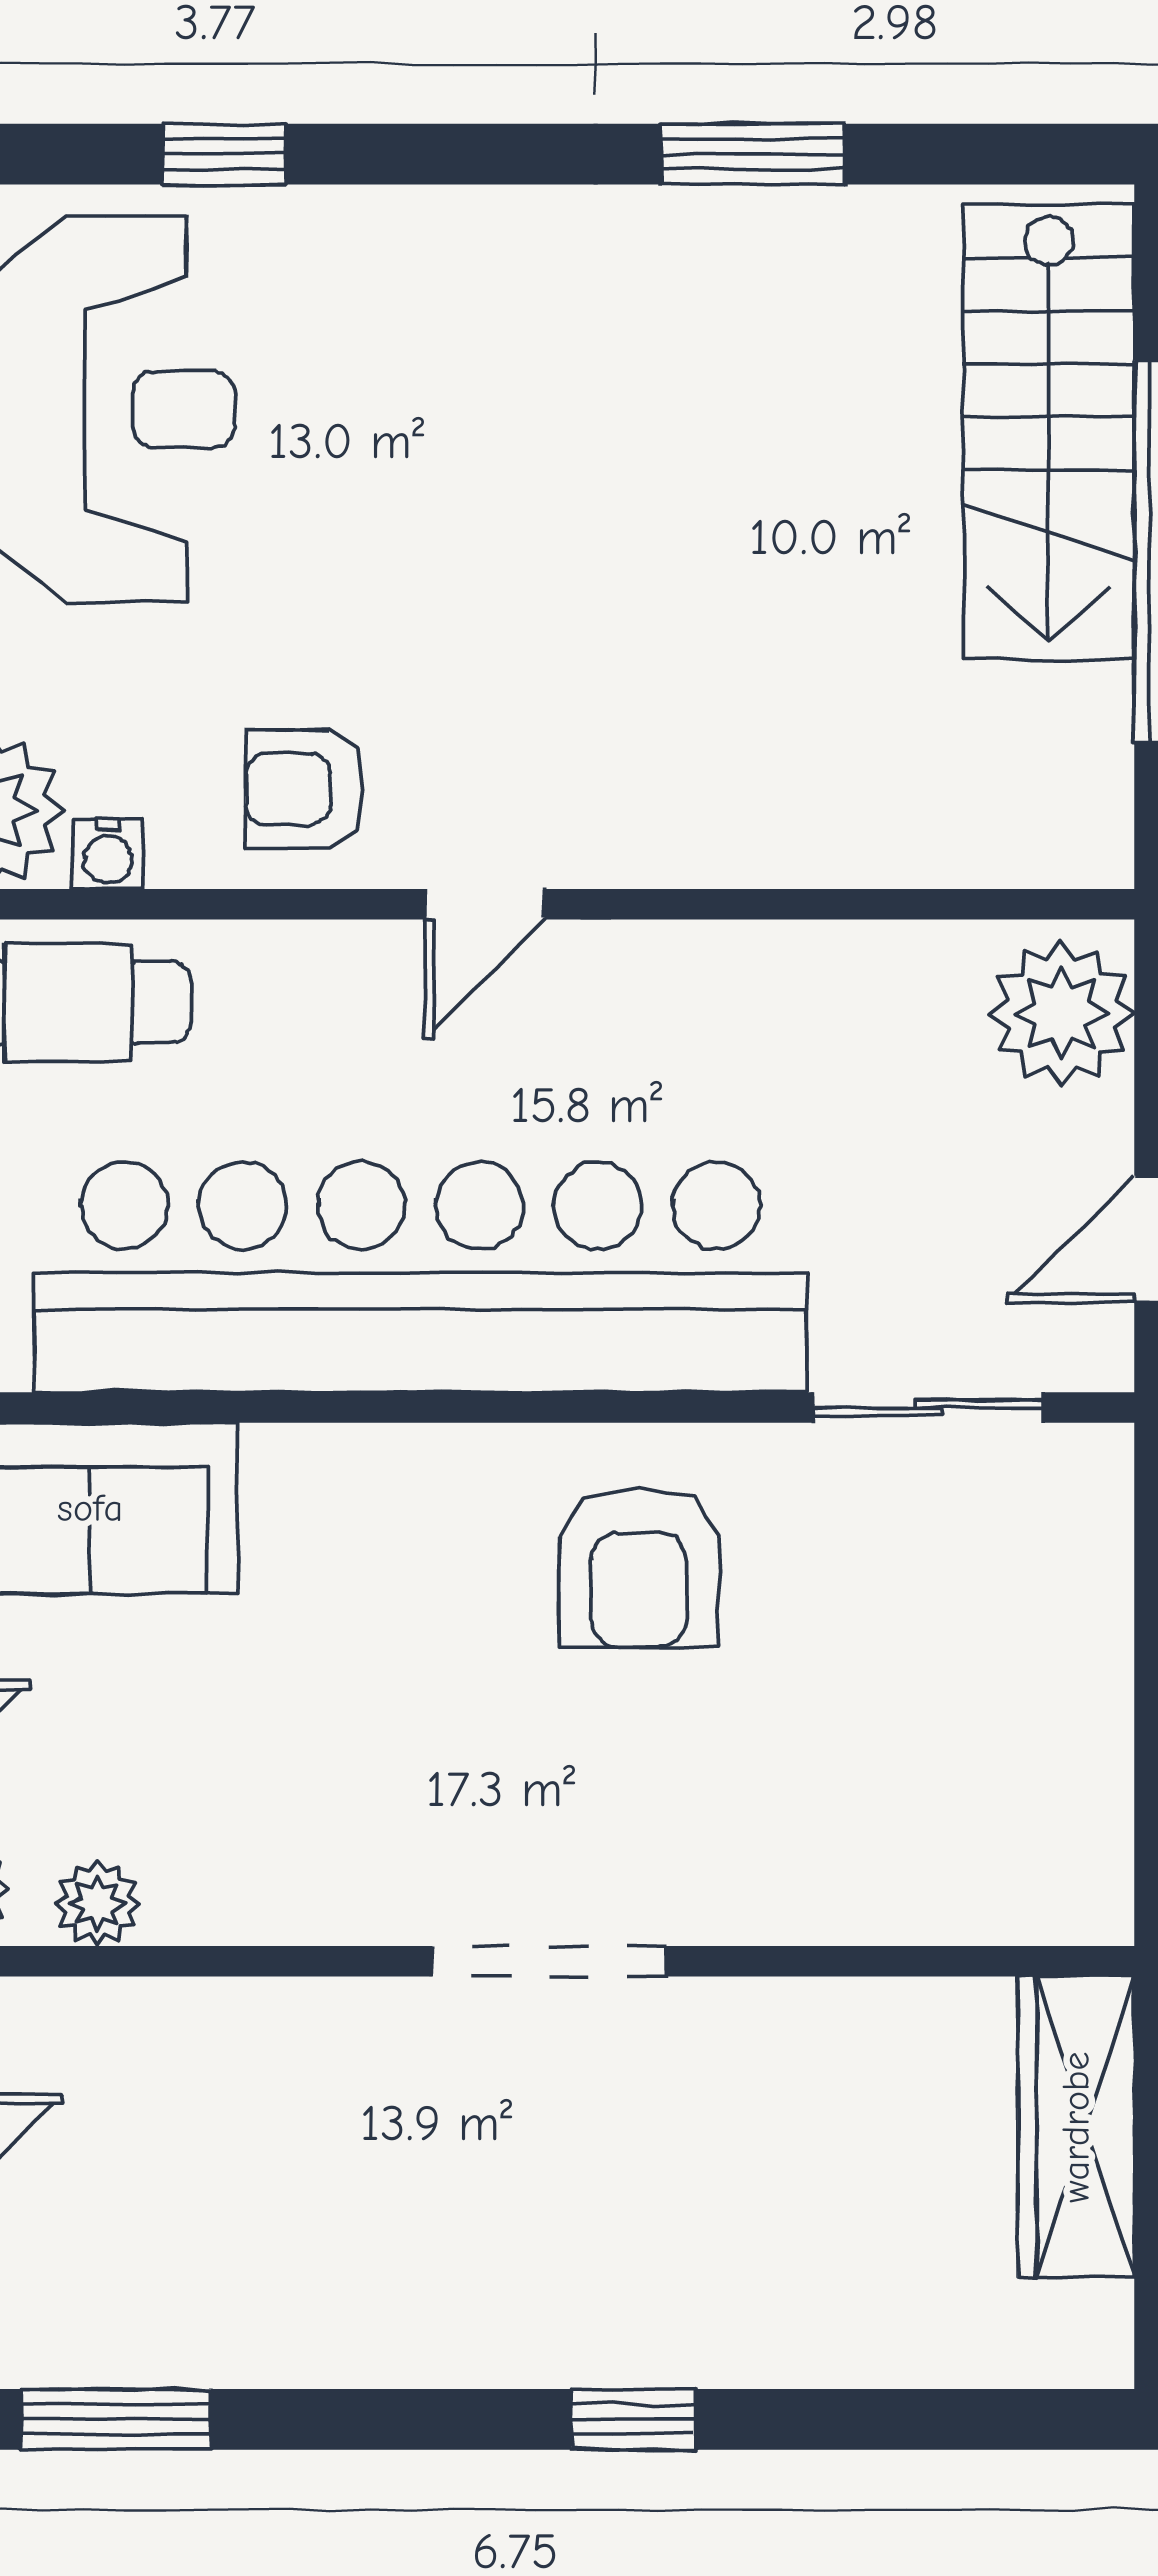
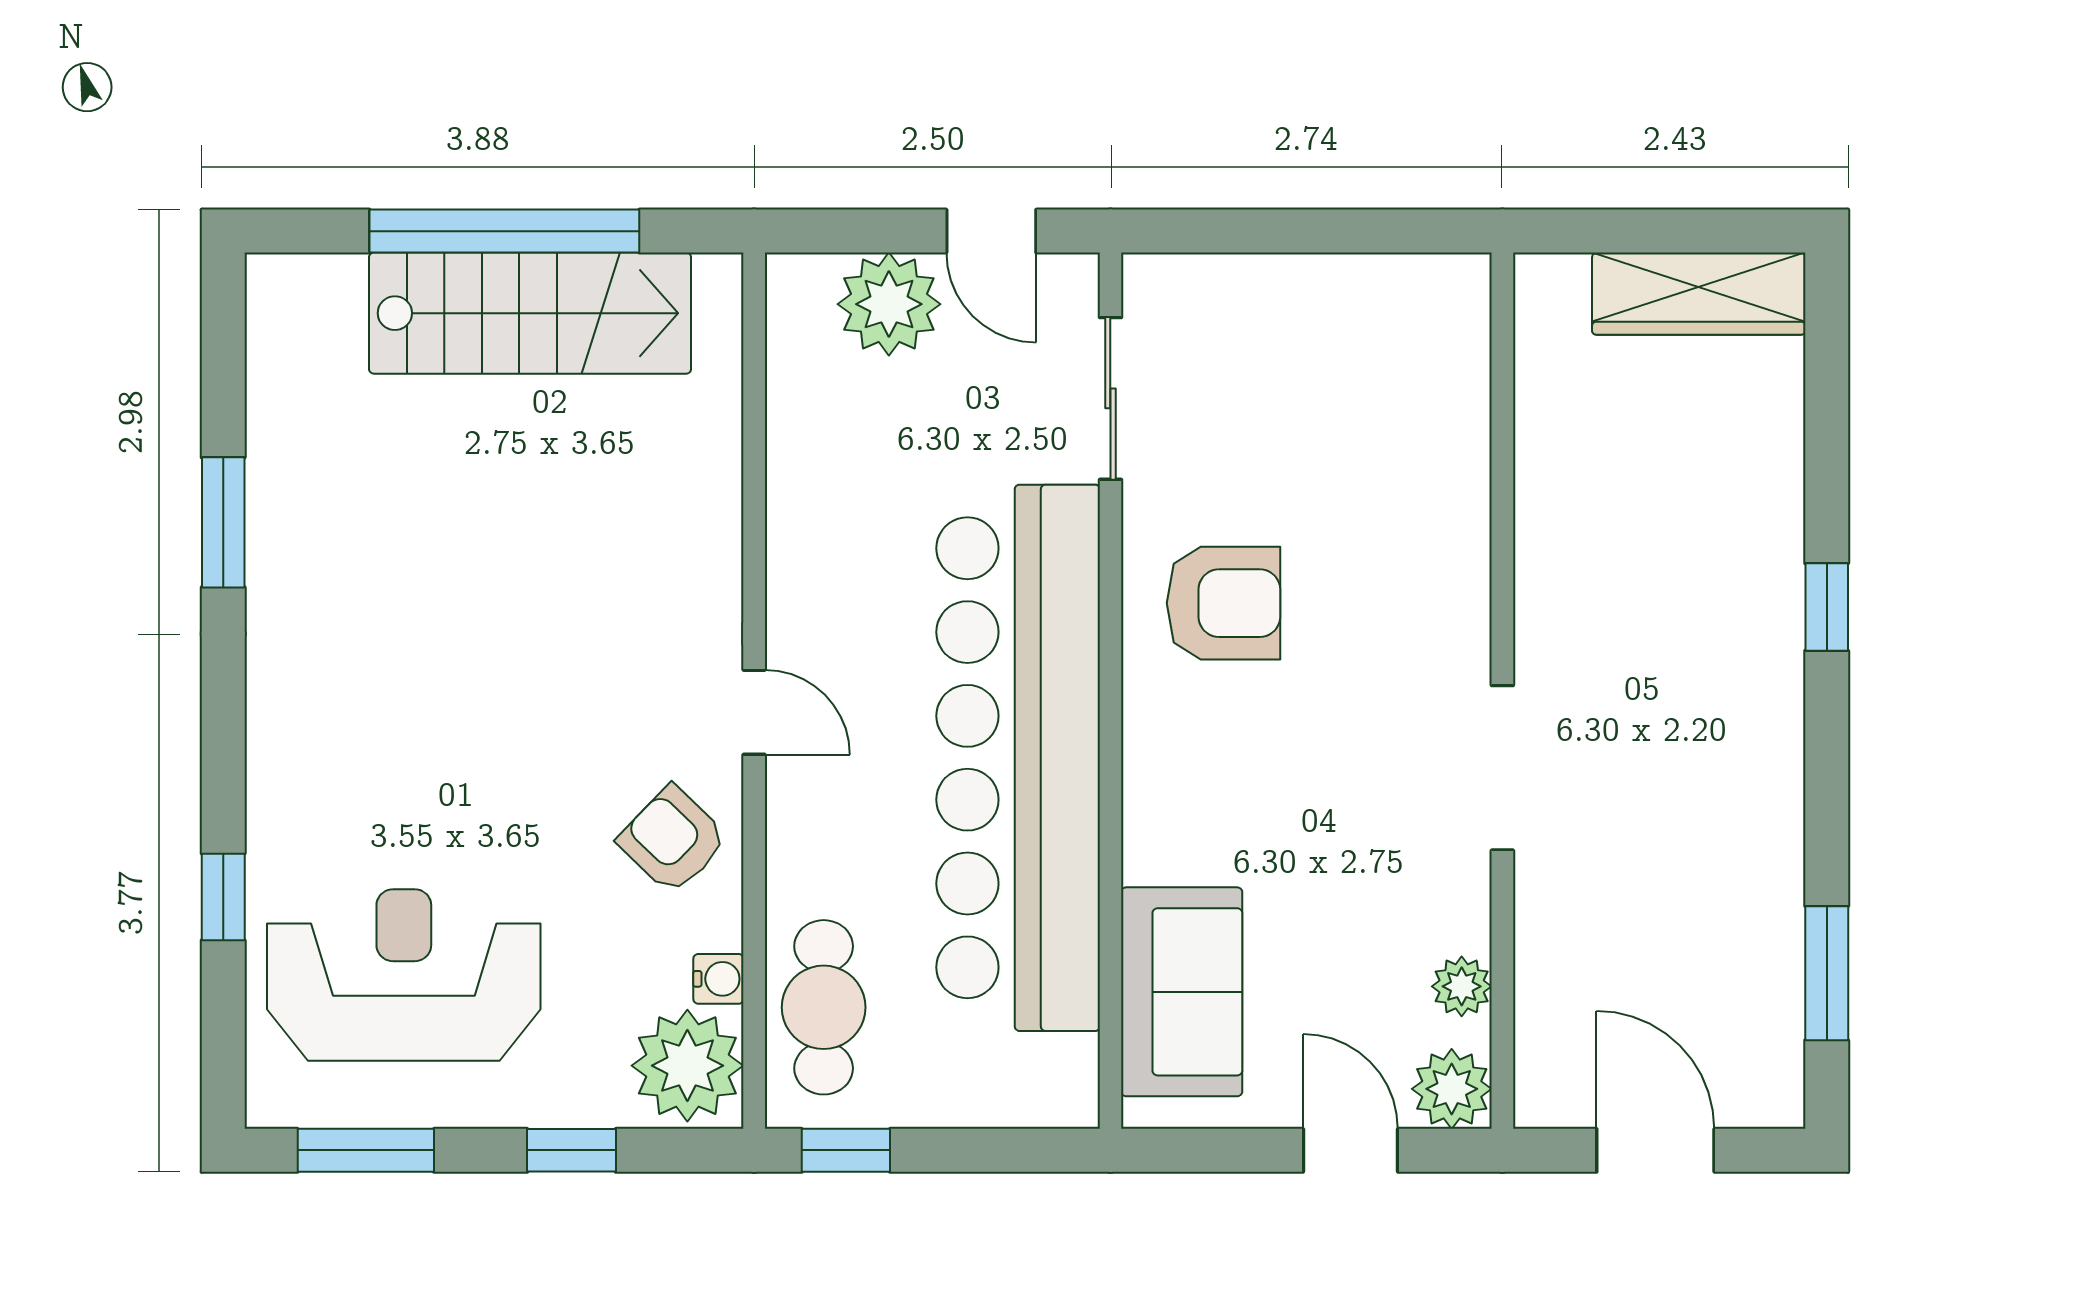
stairs: (1049, 432) -> (530, 313), moved
armchair: (305, 789) -> (673, 840), turned 134
plant: (1061, 1013) -> (889, 304), moved
doorway: (549, 1961) -> (1502, 768), moved
wardrobe: (1076, 2127) -> (1699, 294), moved

